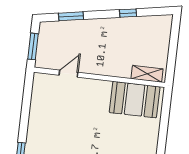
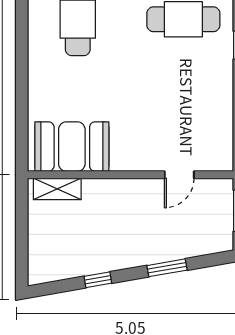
window: (71, 16) -> (167, 268), moved

